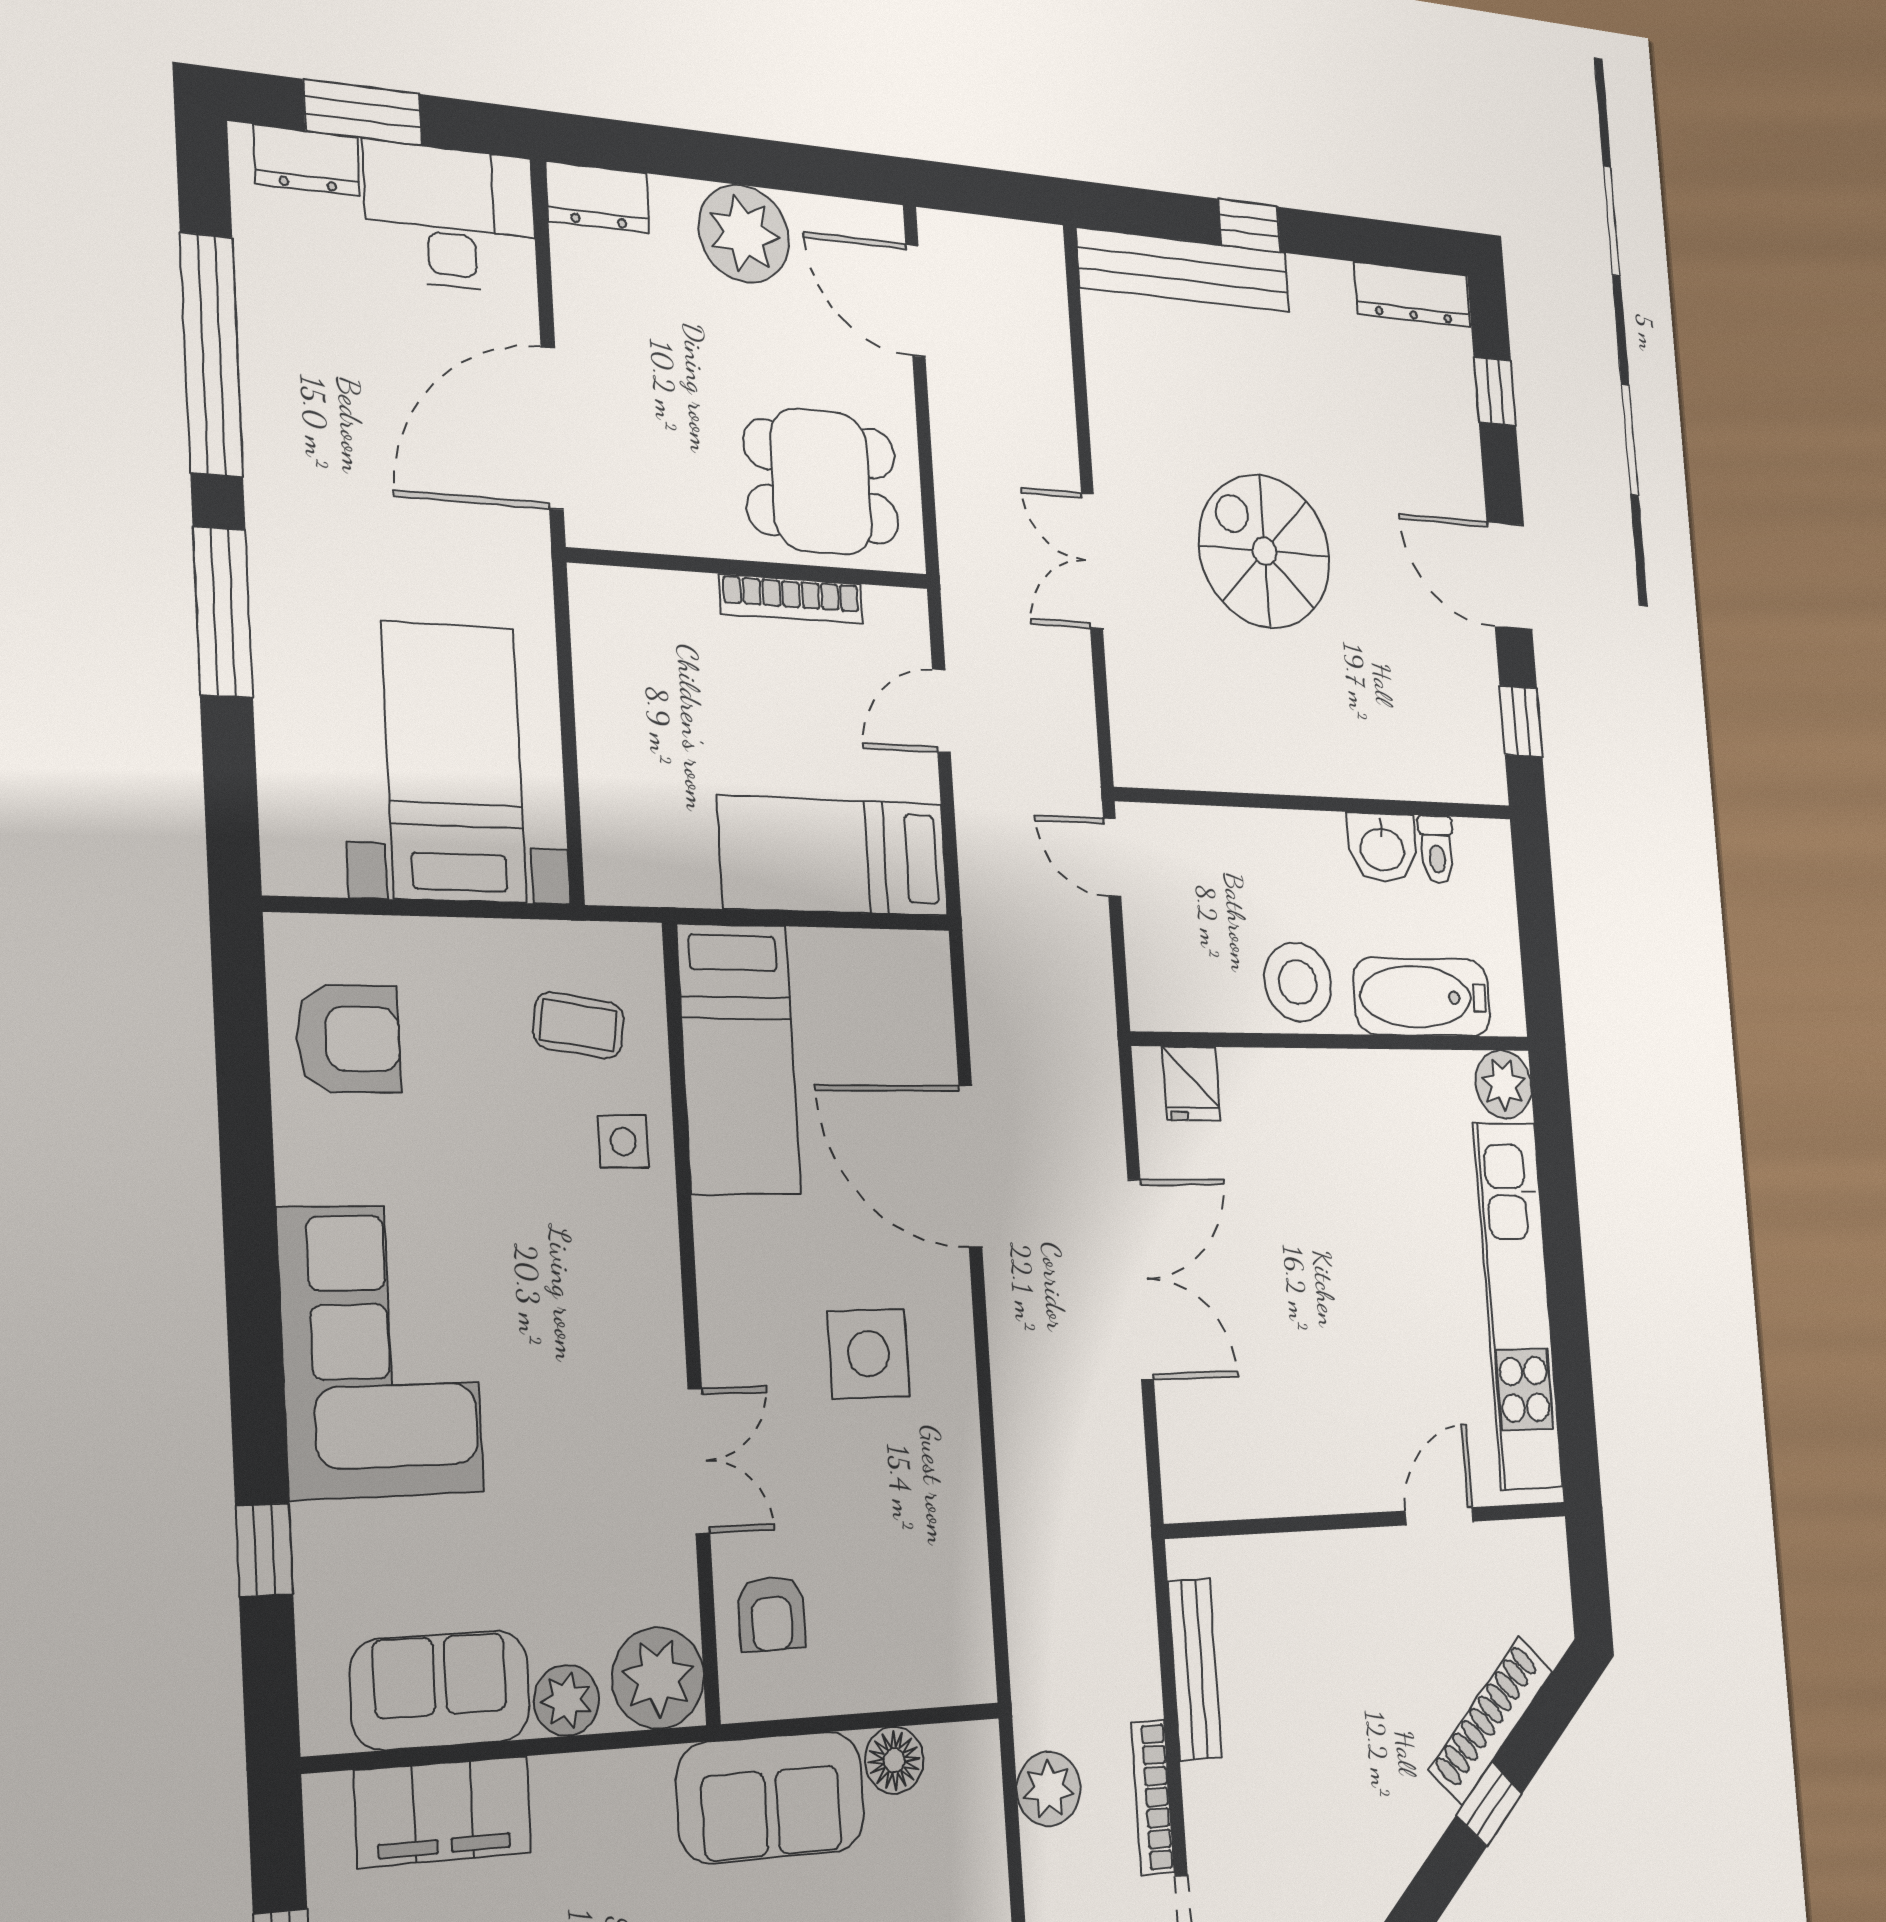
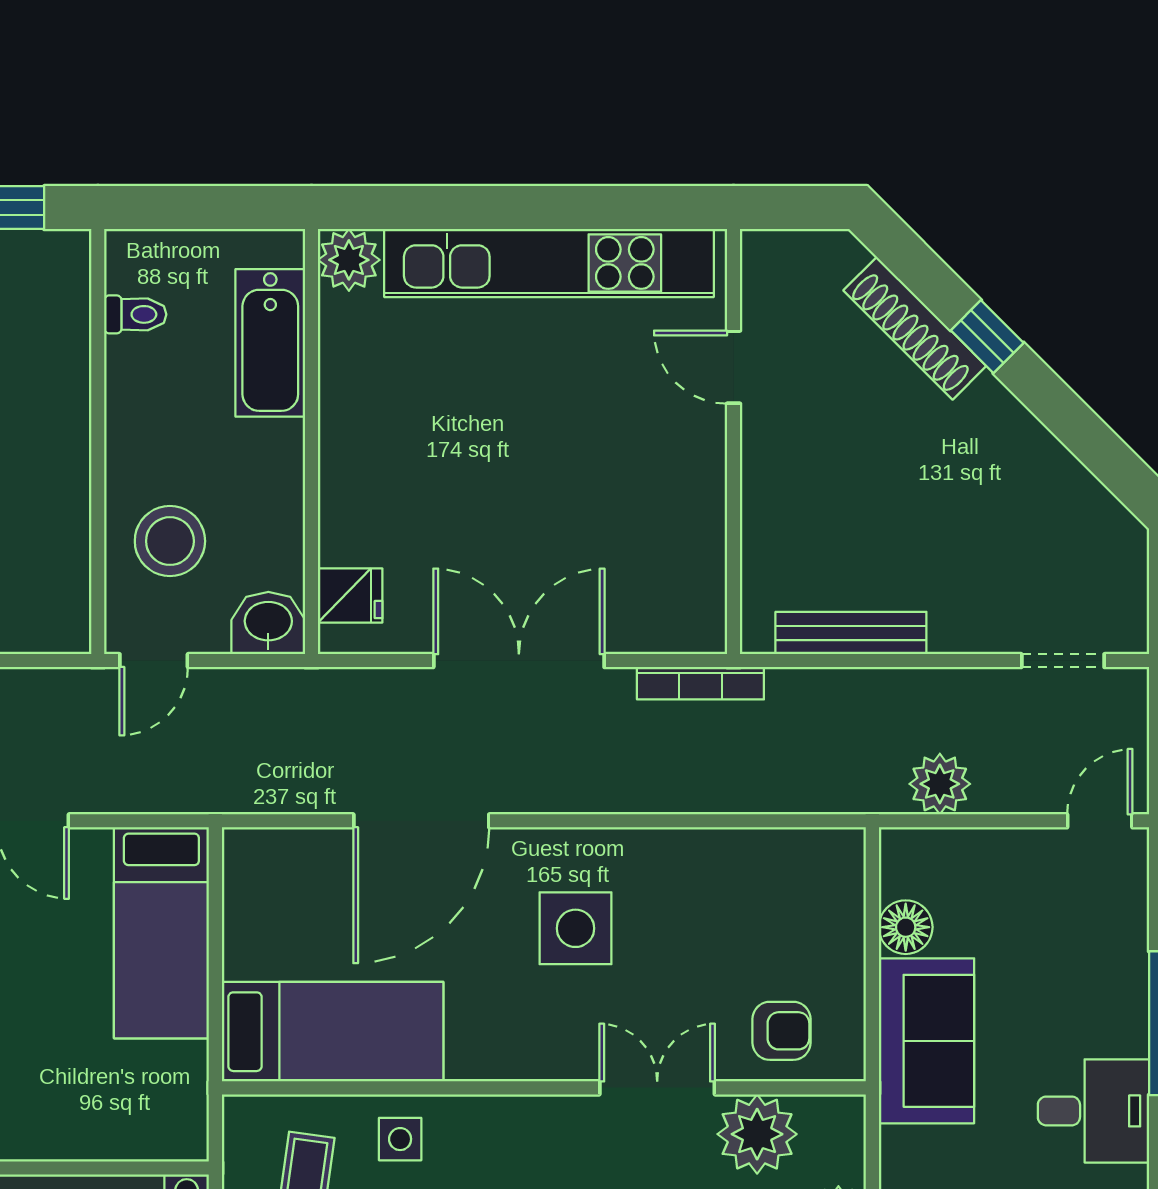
washbasin: (1382, 848) -> (268, 623), moved, turned -90
stool: (1298, 982) -> (170, 541), moved
plant: (658, 1678) -> (757, 1134), moved
bookcase: (1153, 1797) -> (700, 683), moved

